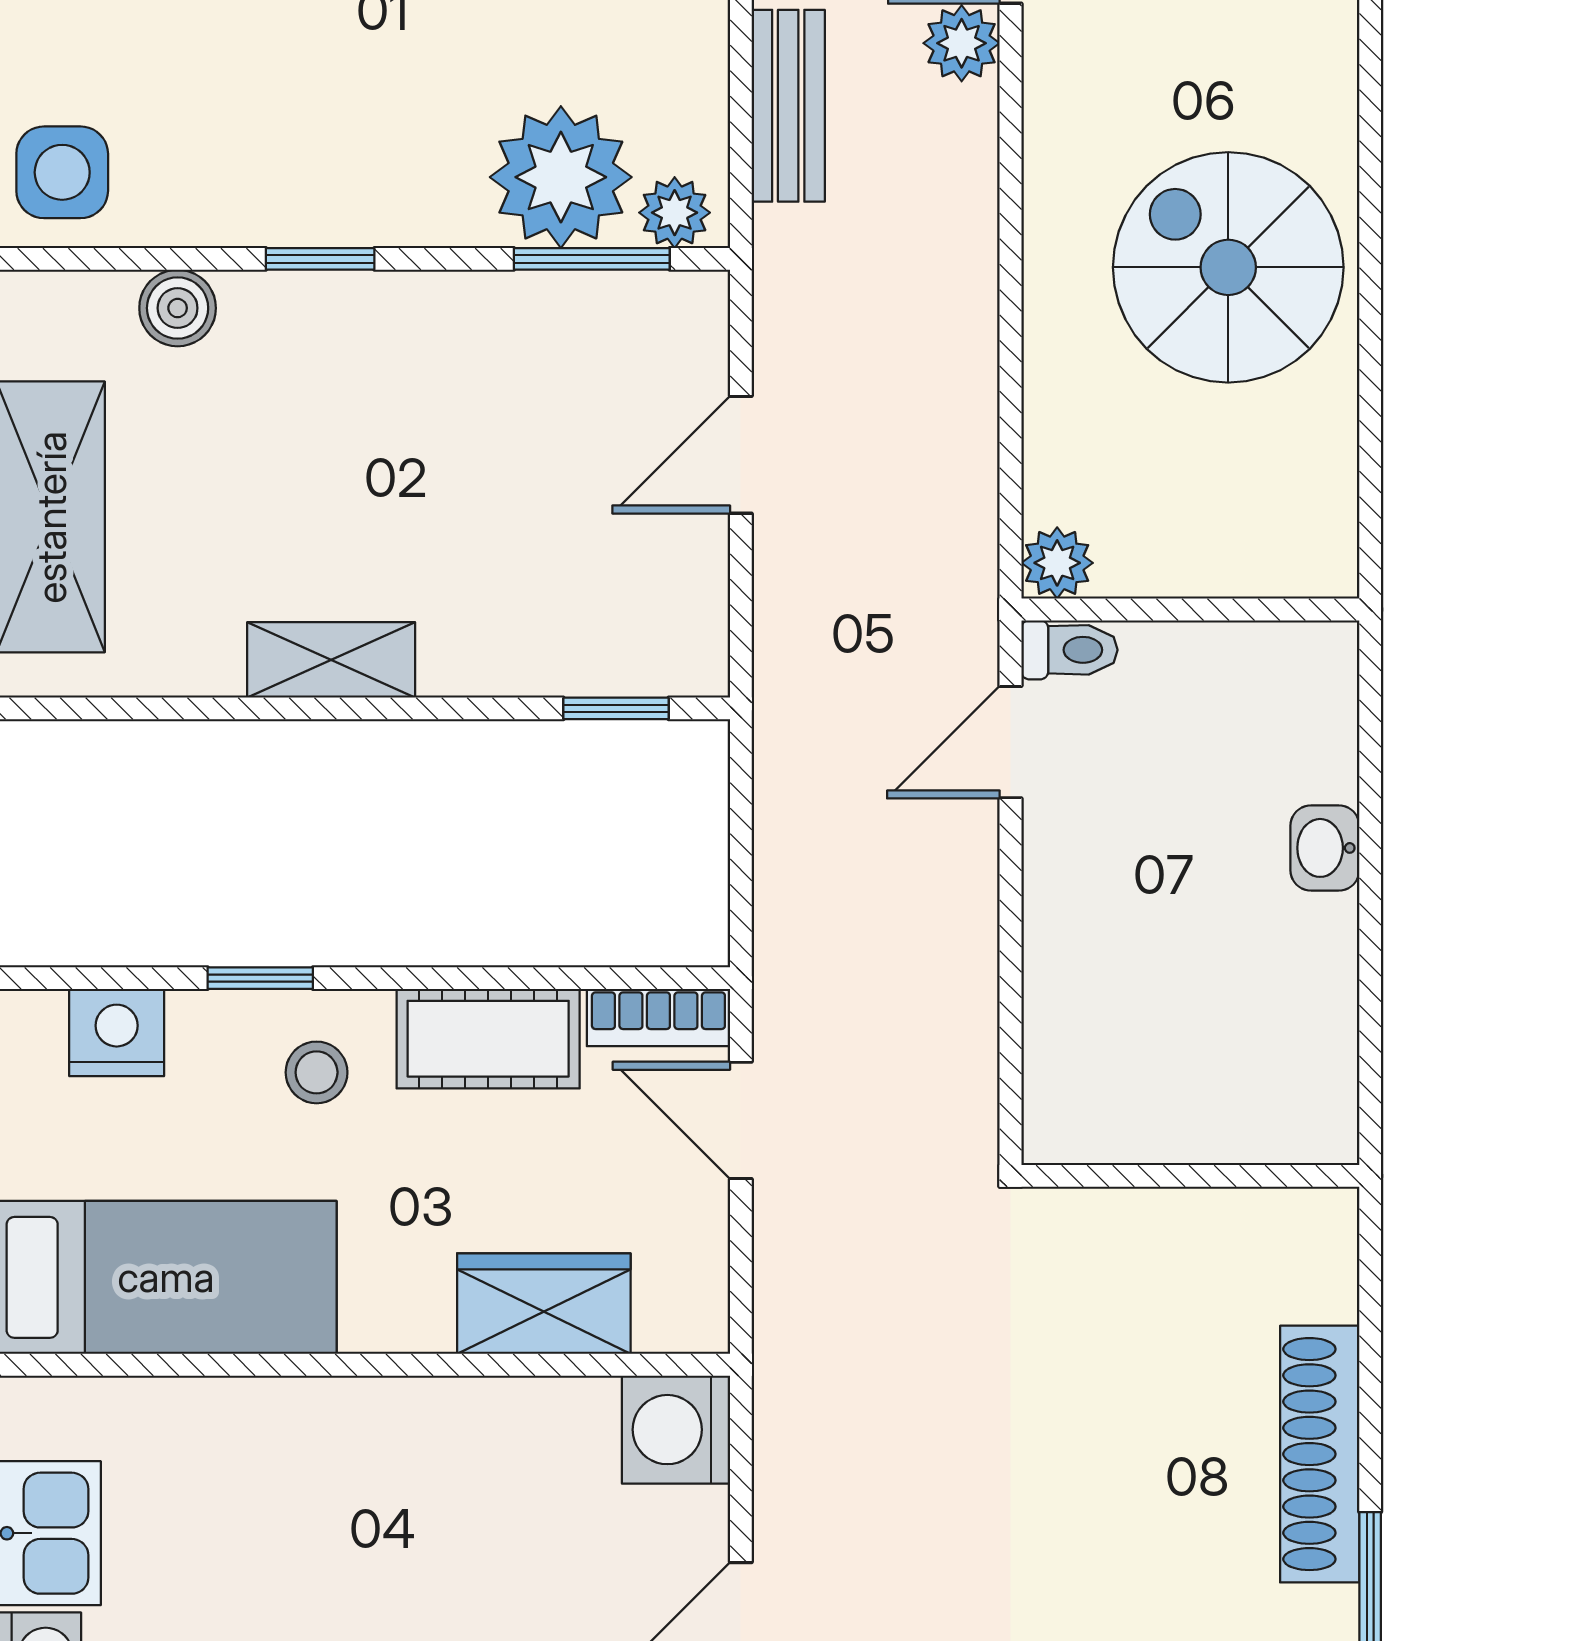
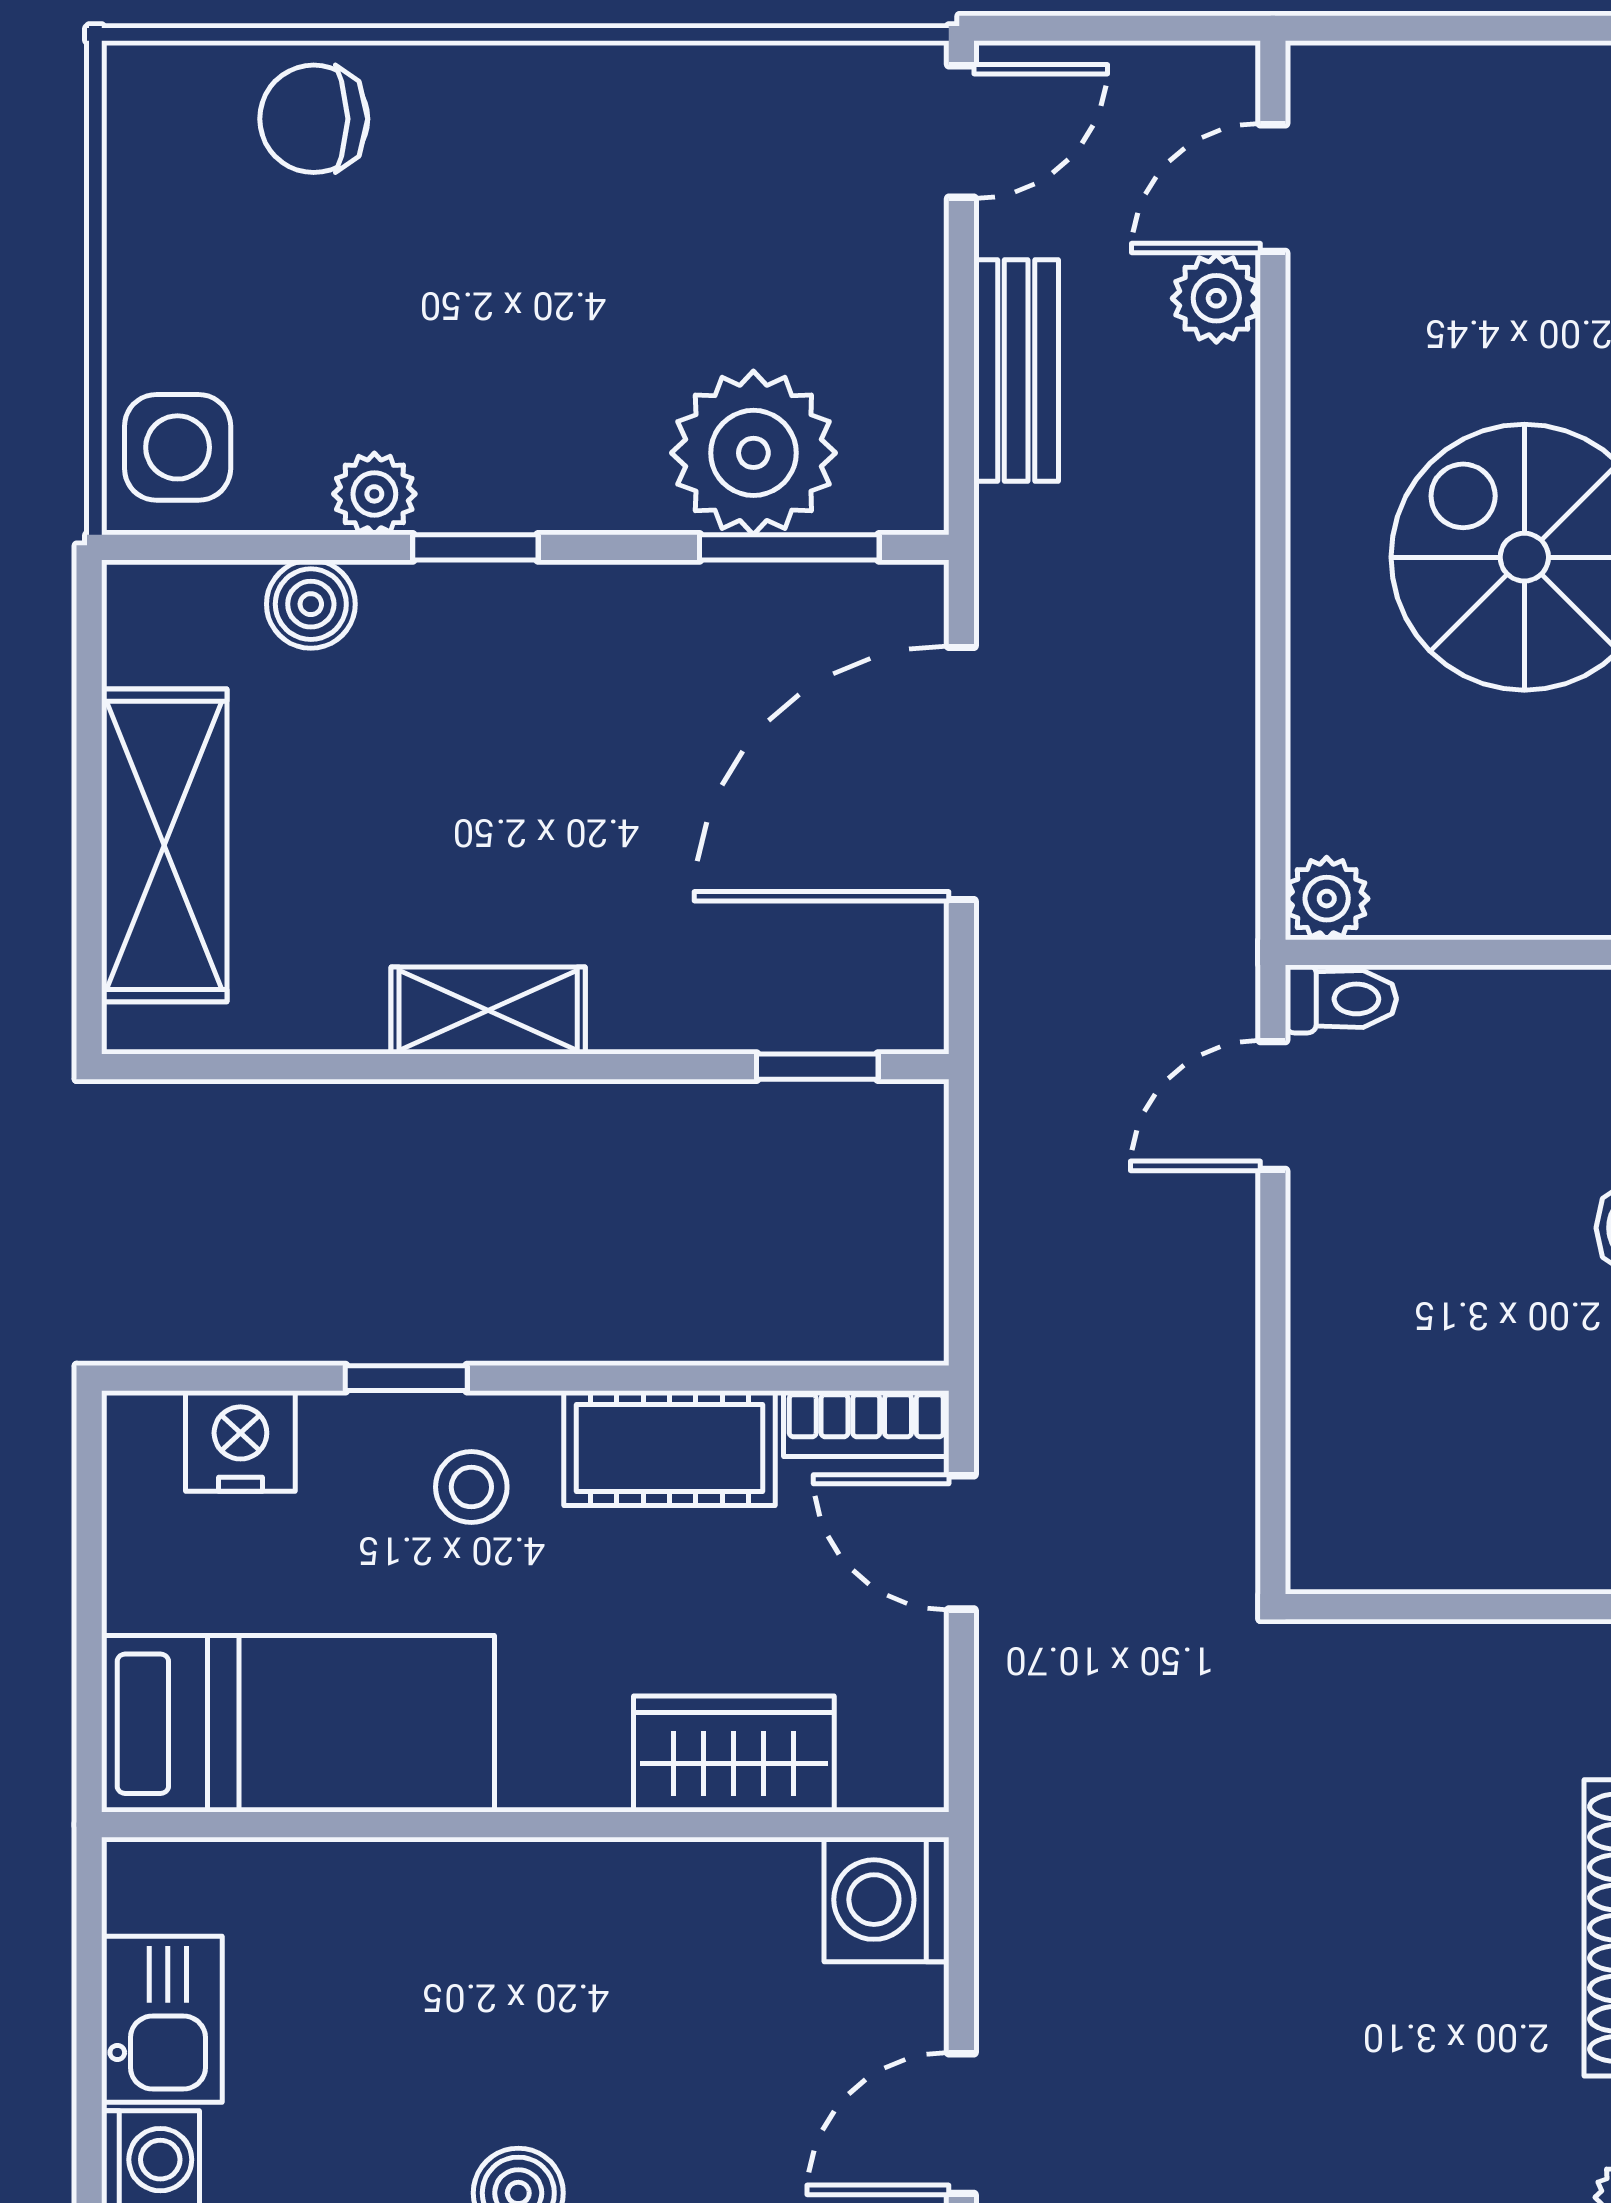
plant: (675, 213) -> (374, 494), moved
door: (741, 455) -> (961, 774), width x1.87

